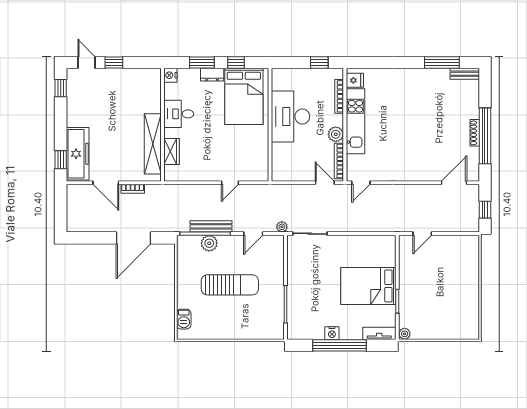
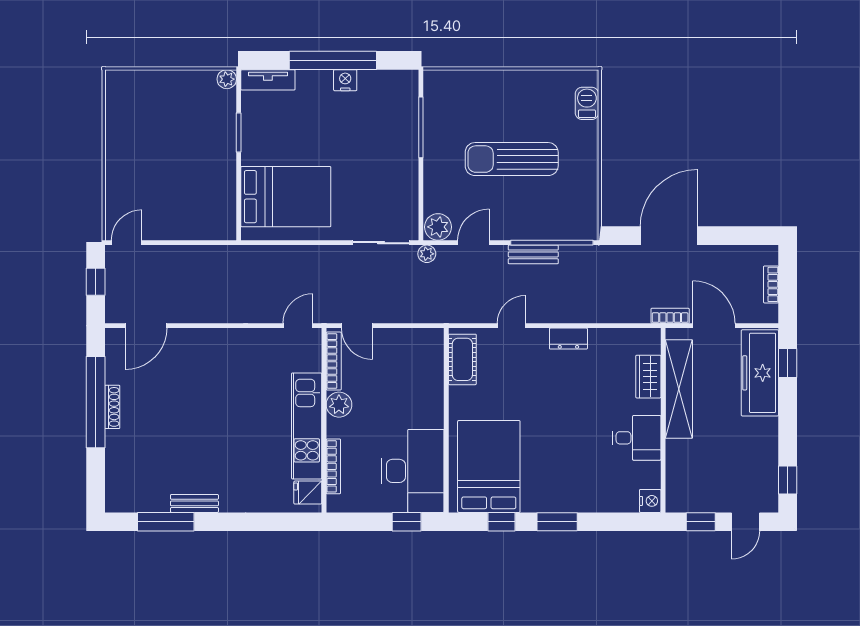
door: (87, 62) -> (745, 522), hinge flipped
window: (319, 62) -> (407, 522), moved
bench: (465, 74) -> (194, 503), moved
nightstand: (170, 75) -> (650, 501), moved
dresser: (212, 75) -> (568, 339), moved, turned 180
desk: (179, 114) -> (637, 438), moved
desk: (290, 116) -> (413, 471), moved
wall: (162, 125) -> (663, 420), moved
shelving: (153, 144) -> (679, 389), moved
wardrobe: (171, 151) -> (648, 377), moved
cot: (260, 162) -> (462, 359), added
bookcase: (71, 208) -> (771, 284), added
bench: (211, 226) -> (533, 254), width x0.73
door: (422, 234) -> (127, 243), moved
plant: (209, 243) -> (438, 227), moved
bed: (368, 286) -> (286, 197), moved

